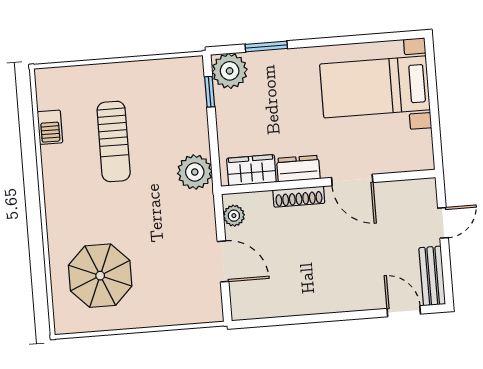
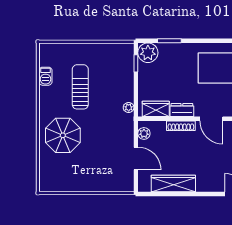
sun lounger: (114, 141) -> (80, 87), turned 180
plant: (195, 172) -> (129, 107), width x0.53, depth x0.53
parasol: (100, 276) -> (63, 135), moved
wardrobe: (294, 301) -> (173, 183), added

